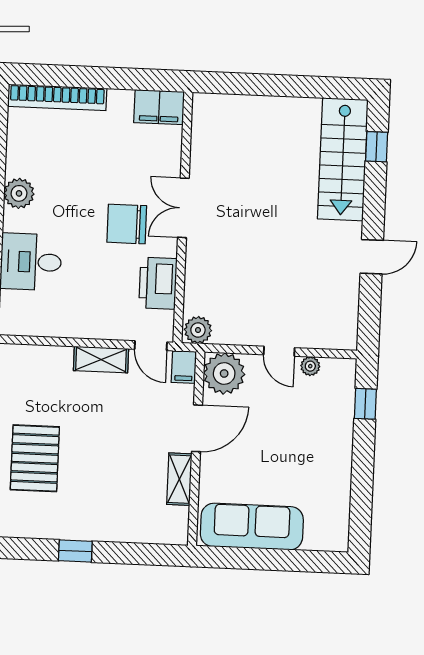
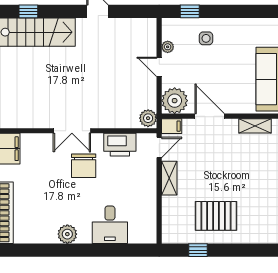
door: (279, 351) -> (159, 67), swing flipped
side table: (321, 428) -> (206, 38), added
pallet: (35, 458) -> (216, 216), moved
shelving: (179, 479) -> (255, 126), moved

